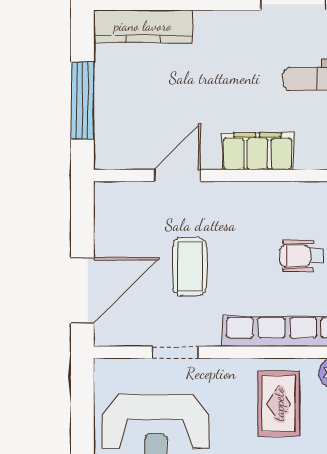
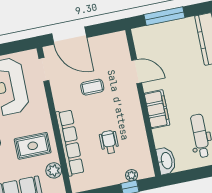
coffee table: (190, 267) -> (92, 87), width x0.73, depth x0.77
doorway: (175, 352) -> (44, 69), moved

